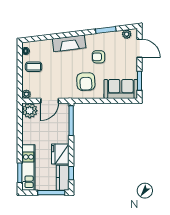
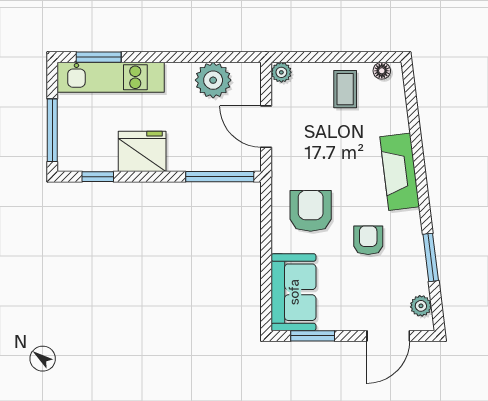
armchair: (86, 82) -> (311, 211), turned 93
plant: (30, 111) -> (213, 80), moved
kitchen counter: (63, 178) -> (87, 157), removed

